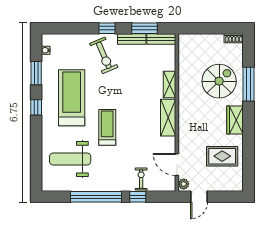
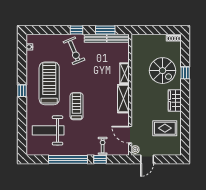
window: (36, 73) -> (22, 64), removed
spiral stairs: (219, 81) -> (163, 71), turned 90
window: (249, 84) -> (185, 73), width x0.46

